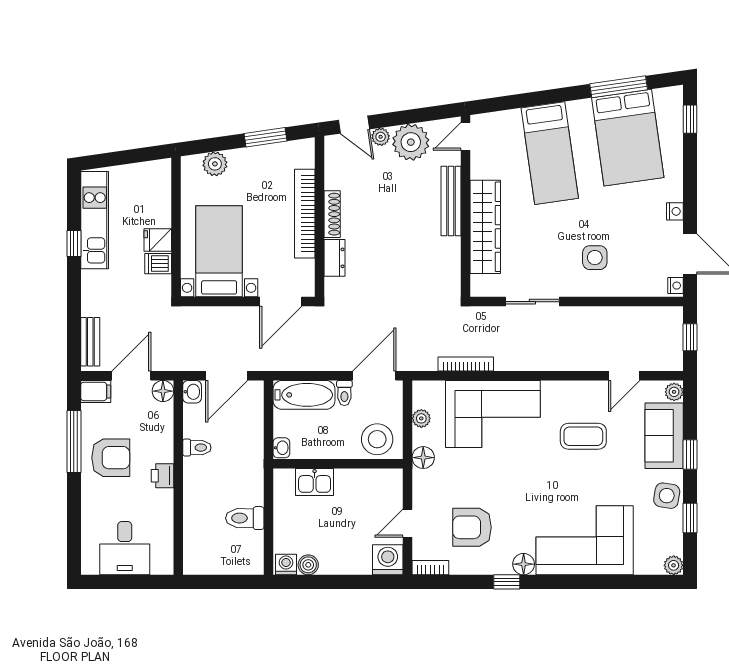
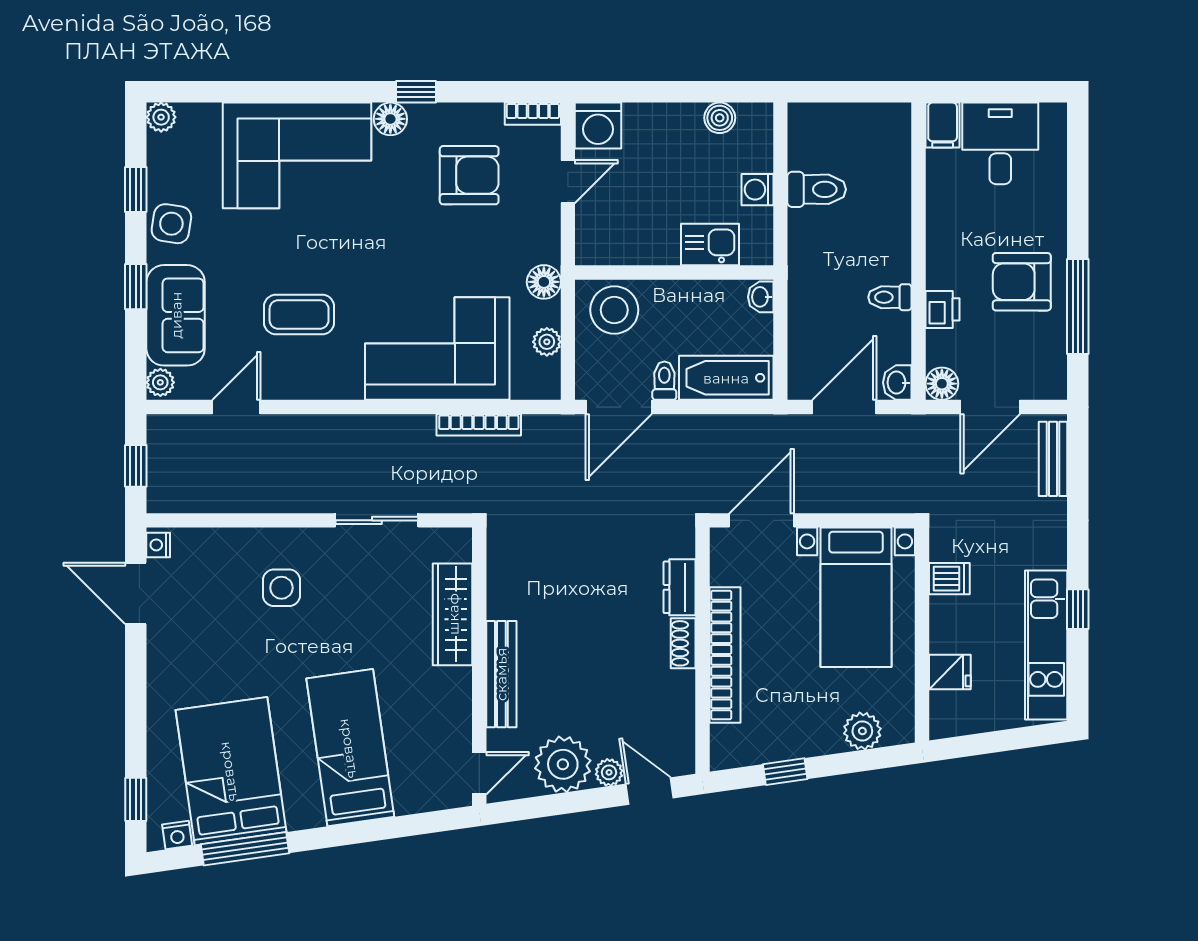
window: (265, 137) -> (785, 772), width x0.67
nightstand: (675, 211) -> (177, 835), moved, turned -98
shoe rack: (332, 214) -> (683, 643), width x0.70
wardrobe: (485, 227) -> (453, 614), width x0.71, depth x0.85
fridge: (158, 240) -> (950, 672), moved
filing cabinet: (96, 391) -> (943, 125), moved, turned -90
printer: (163, 476) -> (942, 309), moved
washing machine: (286, 565) -> (757, 190), moved, turned 90

